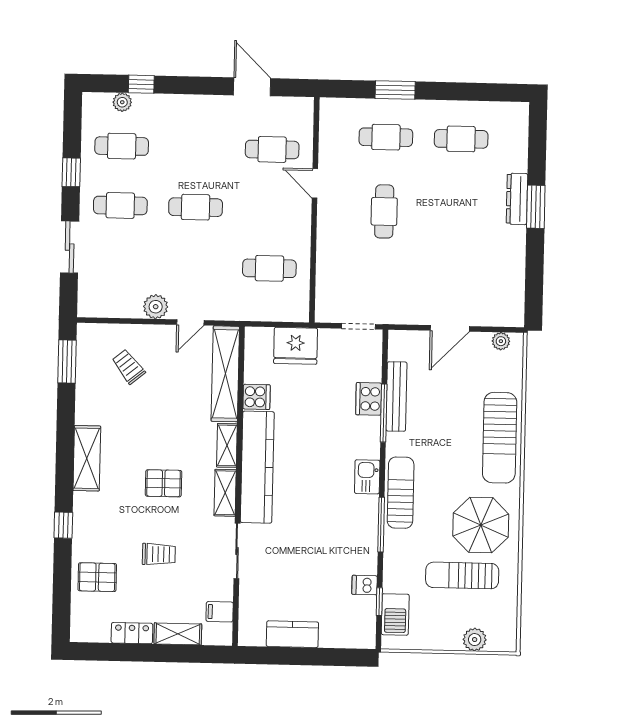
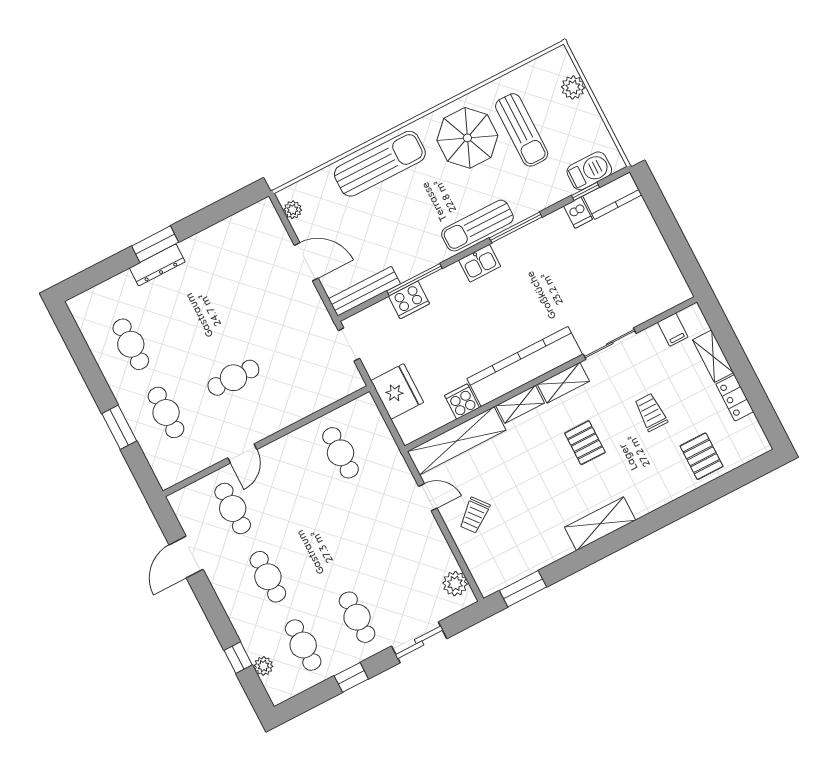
cafe table: (196, 207) -> (268, 577), moved
plant: (156, 307) -> (455, 584), moved
trolley: (128, 367) -> (475, 515), moved
bench: (396, 397) -> (364, 291), moved
window: (63, 525) -> (671, 512), removed
kitchen counter: (292, 634) -> (612, 196), moved, turned -90

